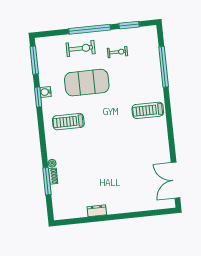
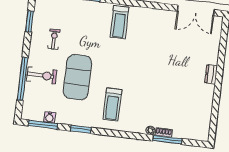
window: (90, 29) -> (23, 79), moved
exercise bike: (81, 48) -> (42, 75), turned 90
water cooler: (45, 92) -> (50, 117), moved
dresser: (97, 211) -> (211, 74), moved

